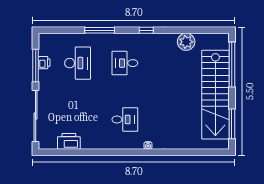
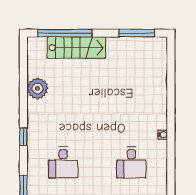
stairs: (215, 95) -> (76, 48), width x0.54, depth x0.66
desk: (125, 119) -> (131, 163), turned 180

